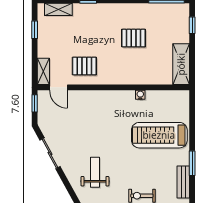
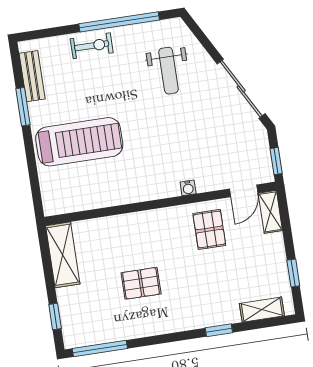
pallet: (84, 66) -> (209, 229), turned 90
door: (59, 87) -> (244, 191), swing flipped
water cooler: (140, 95) -> (188, 188), moved
sliding door: (50, 153) -> (241, 89), width x1.37

